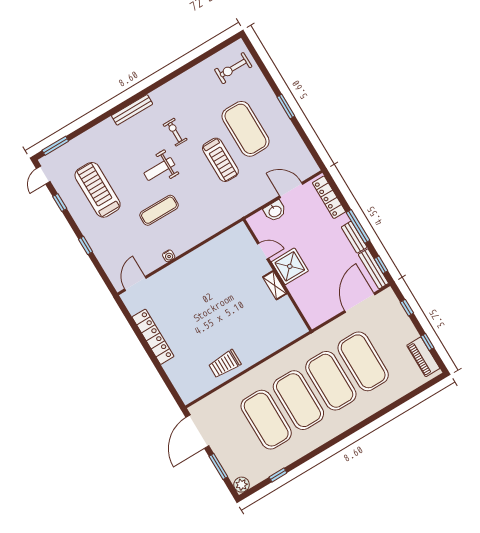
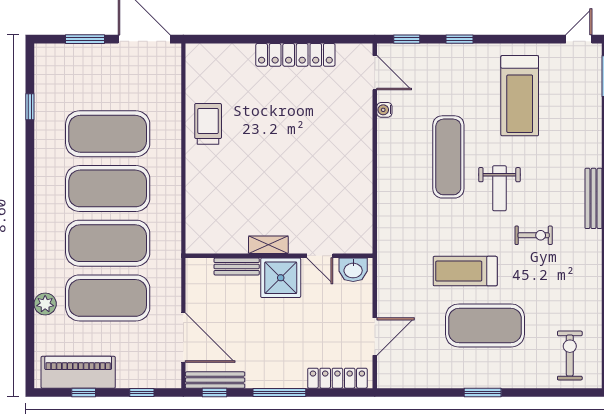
weight bench: (159, 169) -> (499, 188), turned 180
door: (43, 175) -> (579, 39), hinge flipped
treadmill: (98, 190) -> (520, 96), turned 90
window: (60, 203) -> (407, 39), moved
exercise mat: (159, 210) -> (448, 157), width x1.36, depth x1.45
washbasin: (275, 211) -> (353, 270), moved, turned -90
bench: (354, 237) -> (237, 267), moved
door: (263, 251) -> (320, 256), hinge flipped
water cooler: (169, 256) -> (384, 110), moved
piano: (423, 357) -> (78, 372), width x1.37, depth x1.33
plant: (242, 485) -> (45, 304), moved

